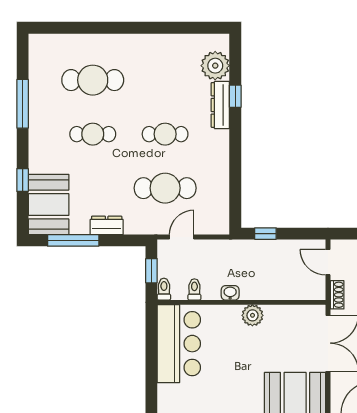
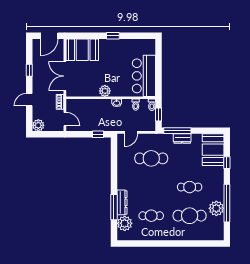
plant: (42, 94) -> (216, 208), added
window: (235, 96) -> (114, 207), width x2.17
window: (23, 104) -> (227, 203), width x1.46
cafe table: (165, 134) -> (151, 216), moved
door: (182, 237) -> (131, 132), moved
window: (73, 240) -> (177, 131), moved

